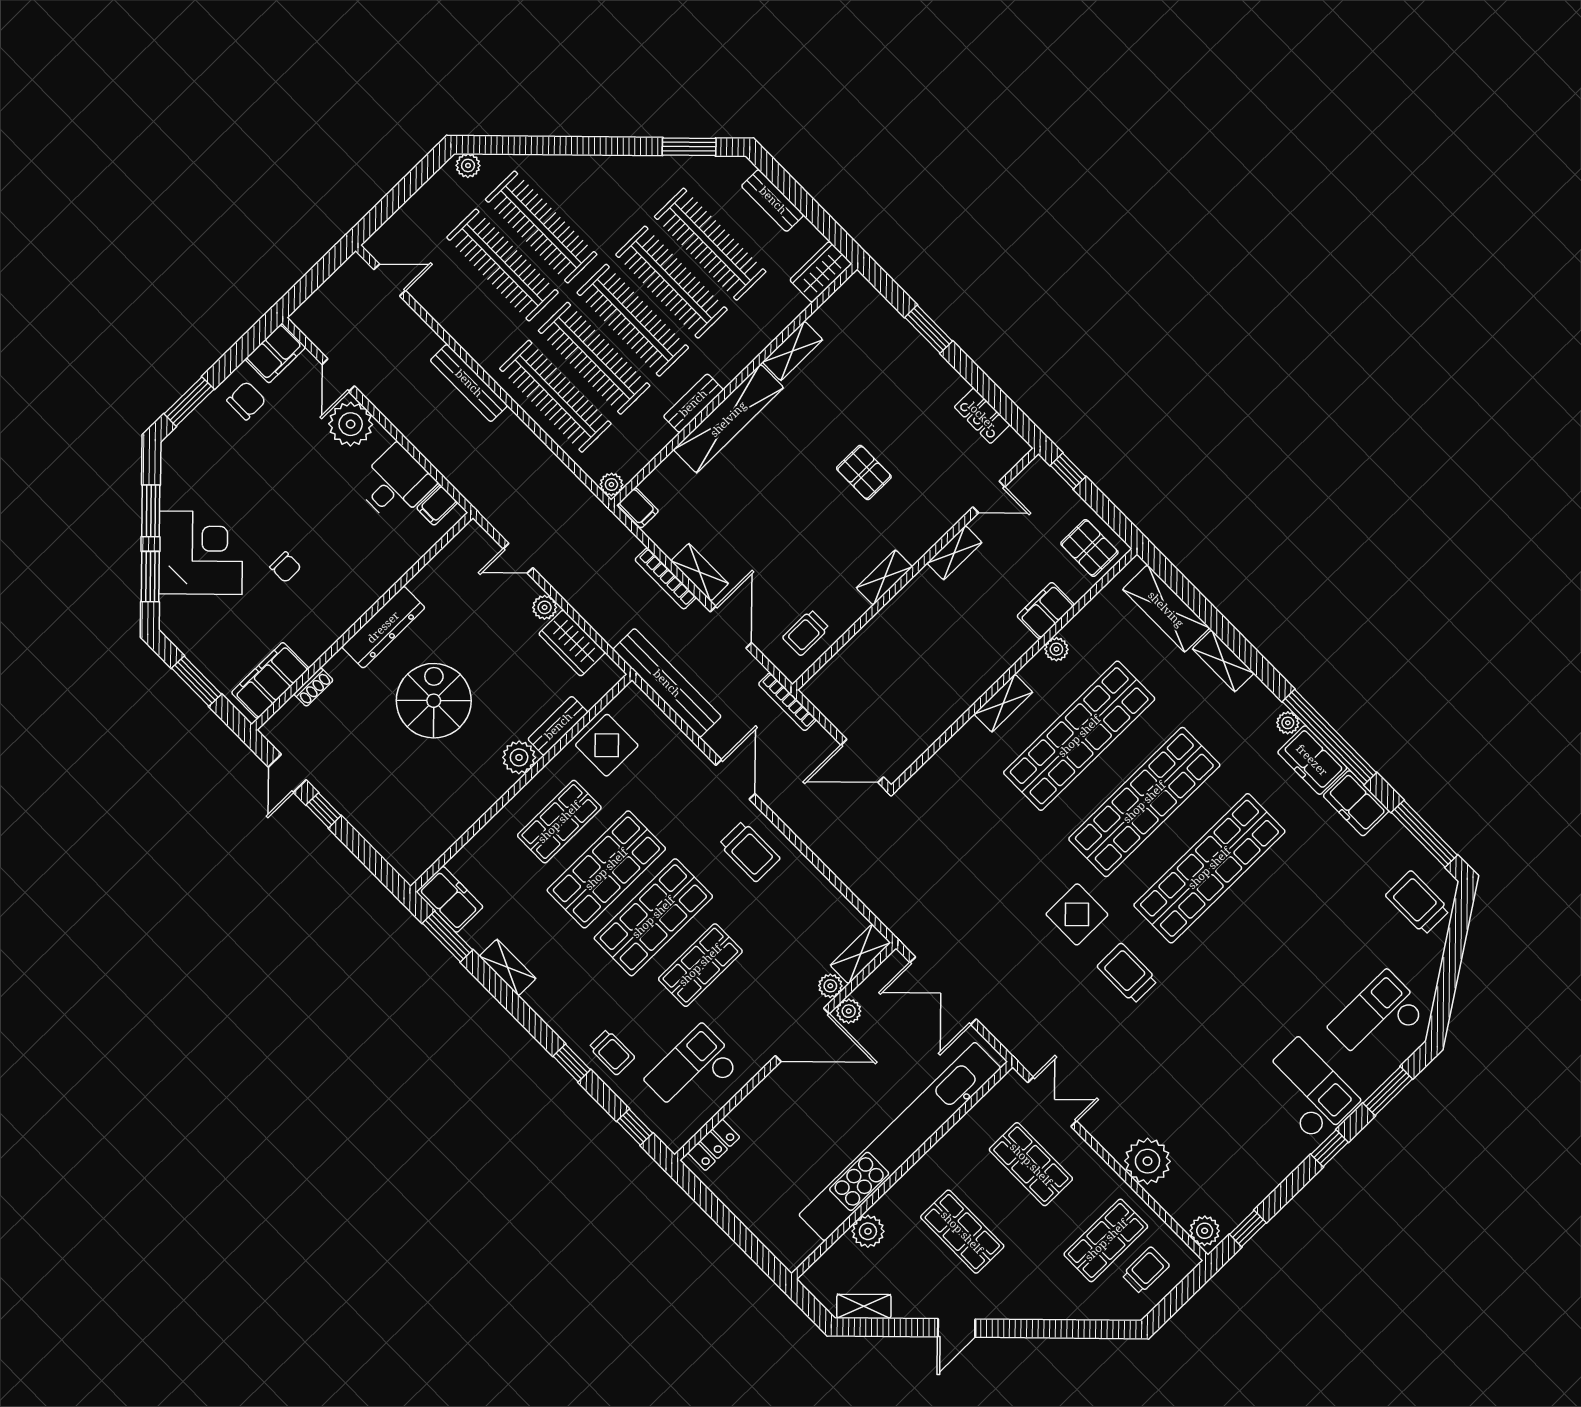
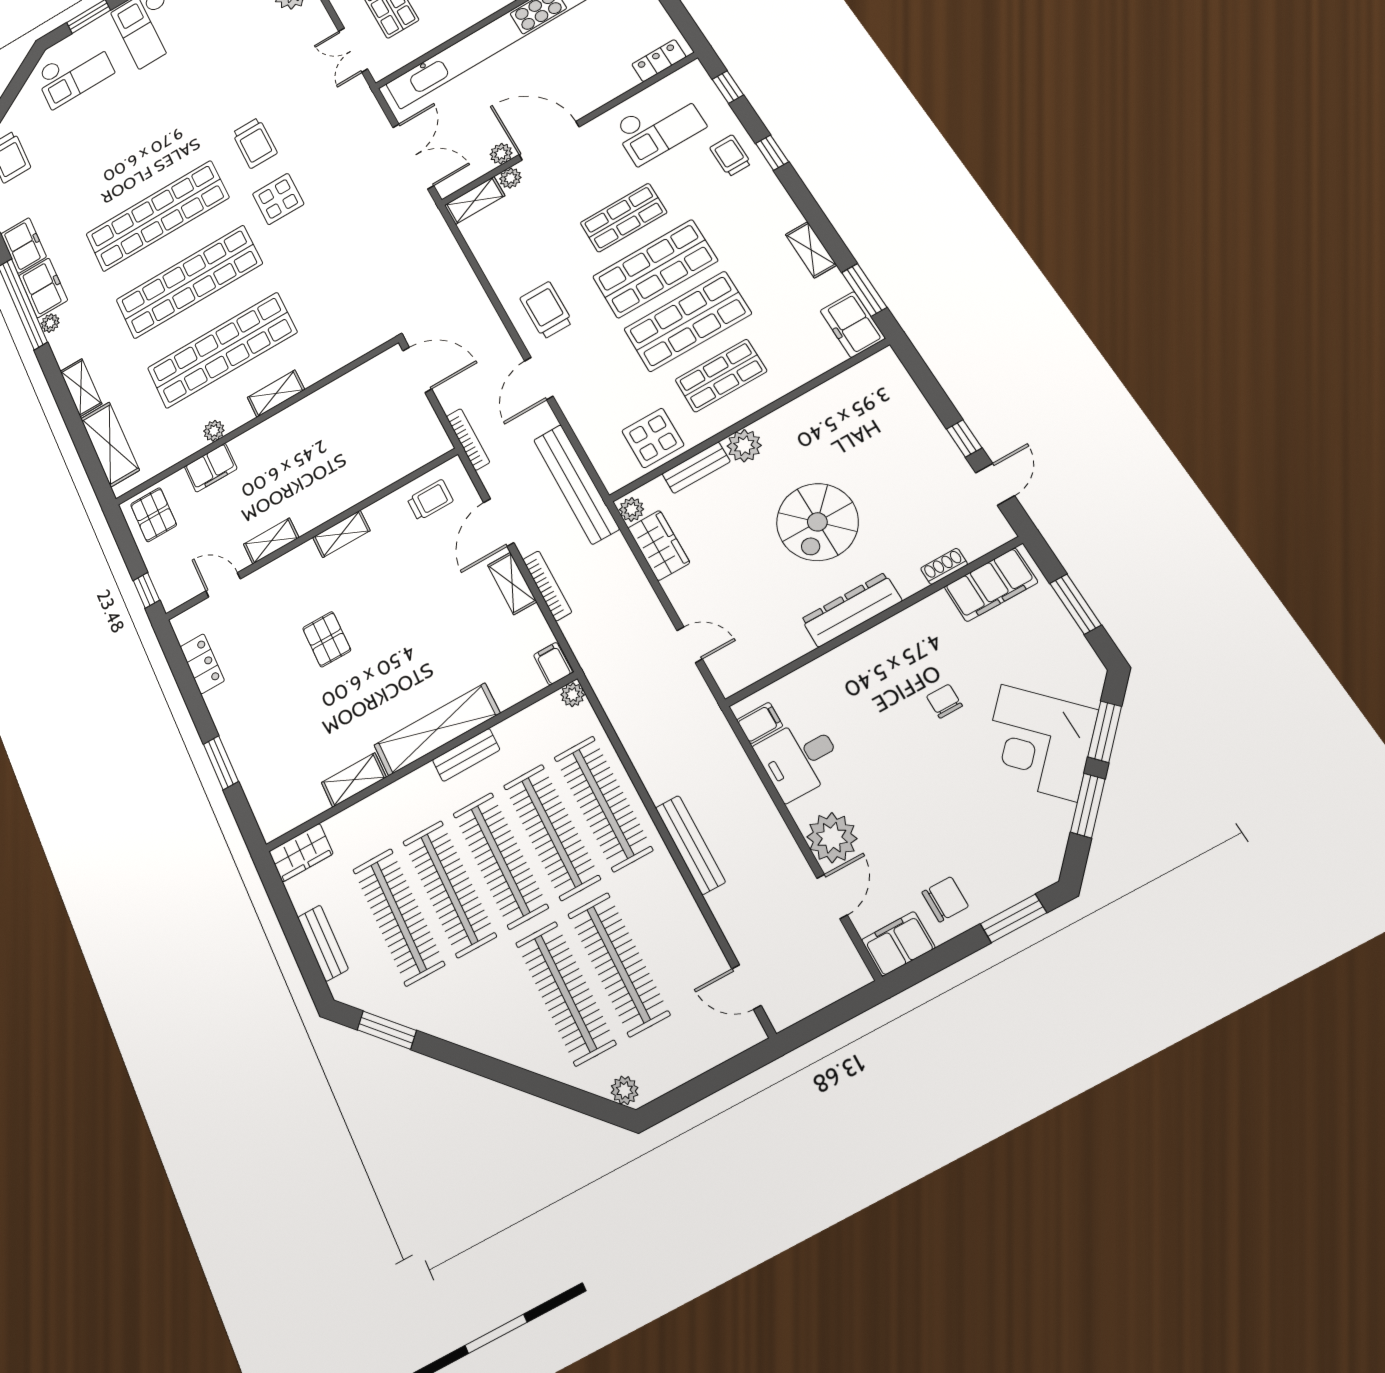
chair: (246, 401) -> (945, 899), turned 180
plant: (545, 607) -> (632, 509), moved

